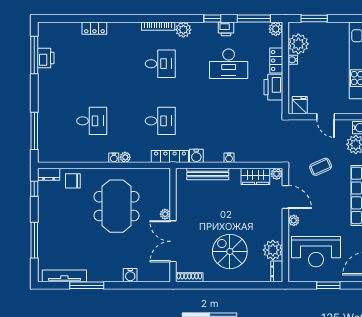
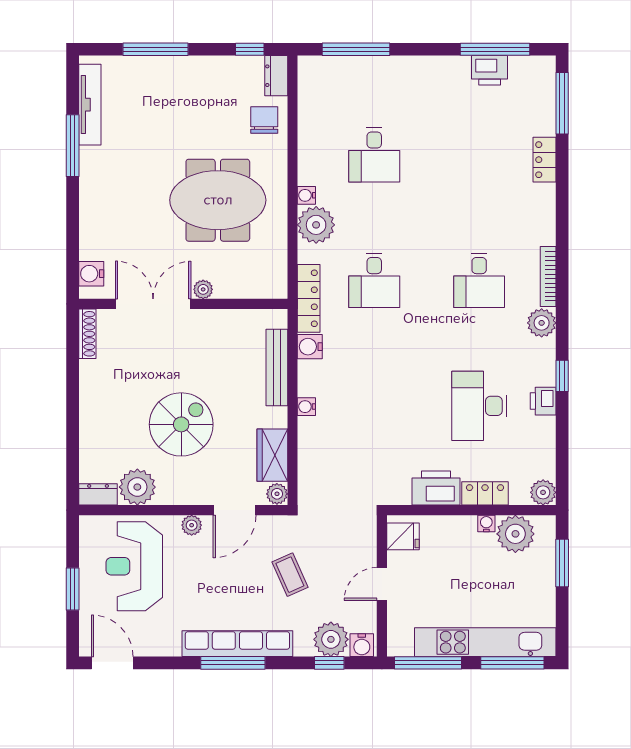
window: (254, 18) -> (562, 103), moved
plant: (125, 157) -> (316, 225), width x1.88, depth x1.88
spiral stairs: (230, 251) -> (181, 424), moved
water cooler: (130, 275) -> (91, 274), moved

